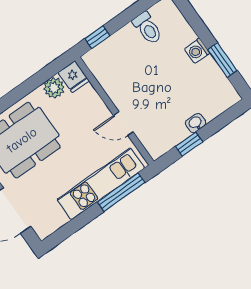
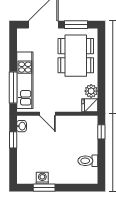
washing machine: (197, 51) -> (42, 178), moved
washbasin: (196, 123) -> (22, 126), moved
door: (123, 124) -> (48, 114), swing flipped

